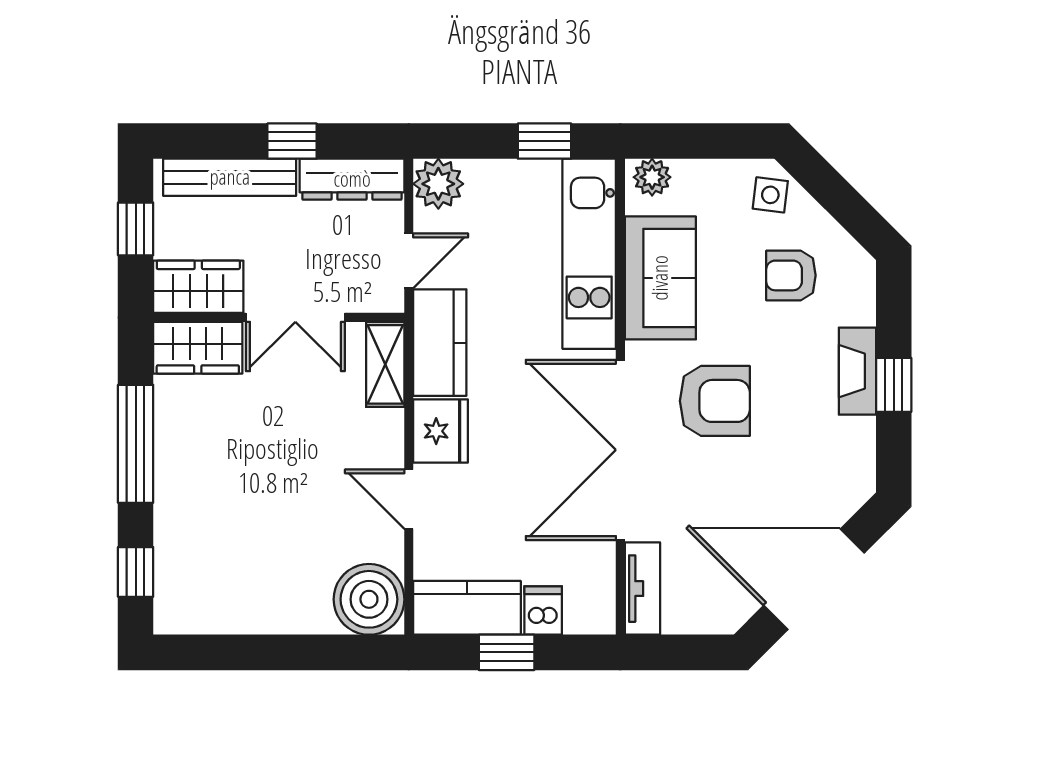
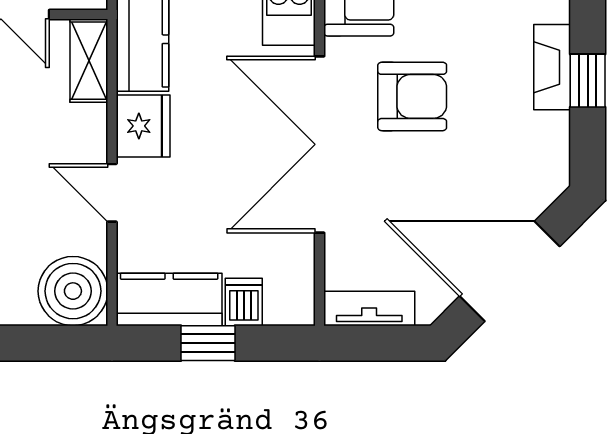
tv unit: (642, 589) -> (369, 308), moved, turned -90

